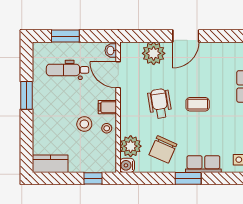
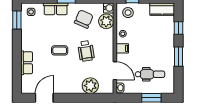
door: (186, 36) -> (44, 98), moved
stool: (84, 124) -> (128, 13), moved
window: (27, 136) -> (178, 28), added

